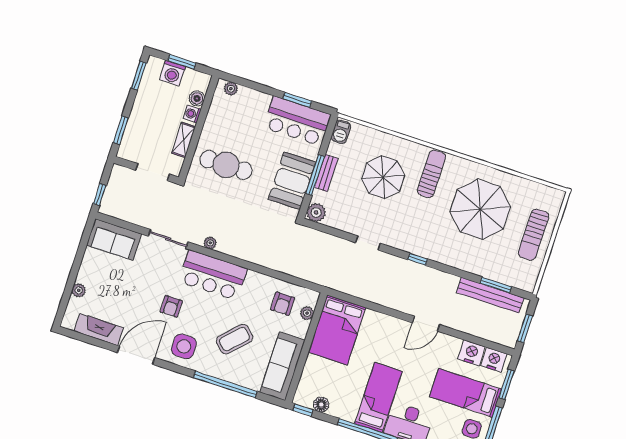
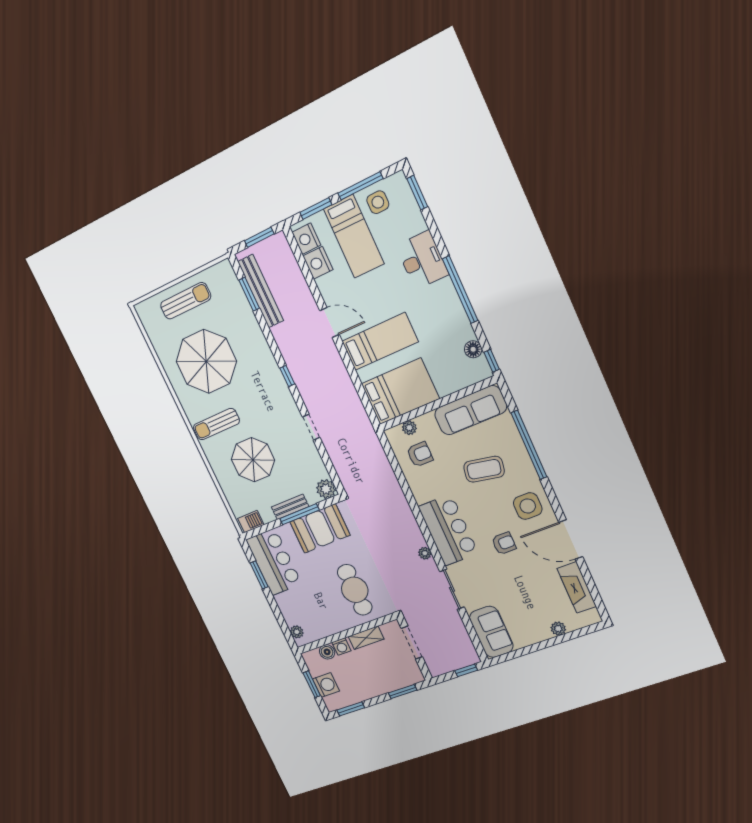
coffee table: (234, 339) -> (484, 469), turned -33
bed: (378, 397) -> (380, 342), moved, turned 180

